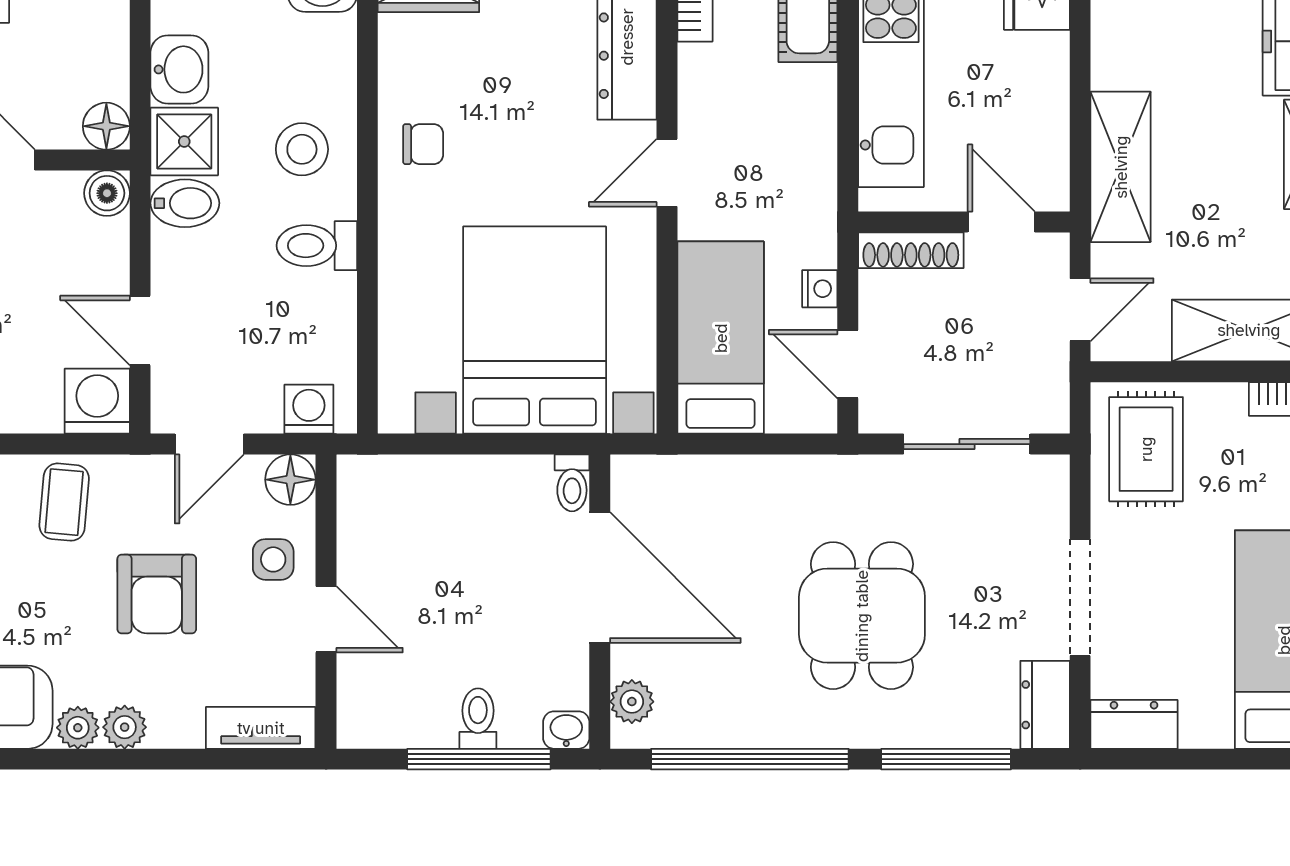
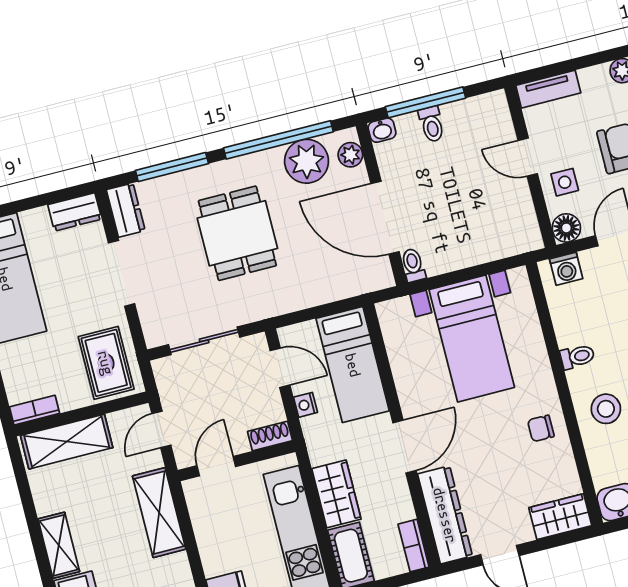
wardrobe: (806, 121) -> (336, 494), added
door: (667, 173) -> (405, 447), width x1.38
door: (1001, 222) -> (216, 466), swing flipped
toilet: (317, 246) -> (577, 357), width x0.73, depth x0.72
shoe rack: (911, 250) -> (270, 436), width x0.70
bed with nightstands: (535, 330) -> (472, 338), width x0.73
plant: (711, 710) -> (307, 161), added

